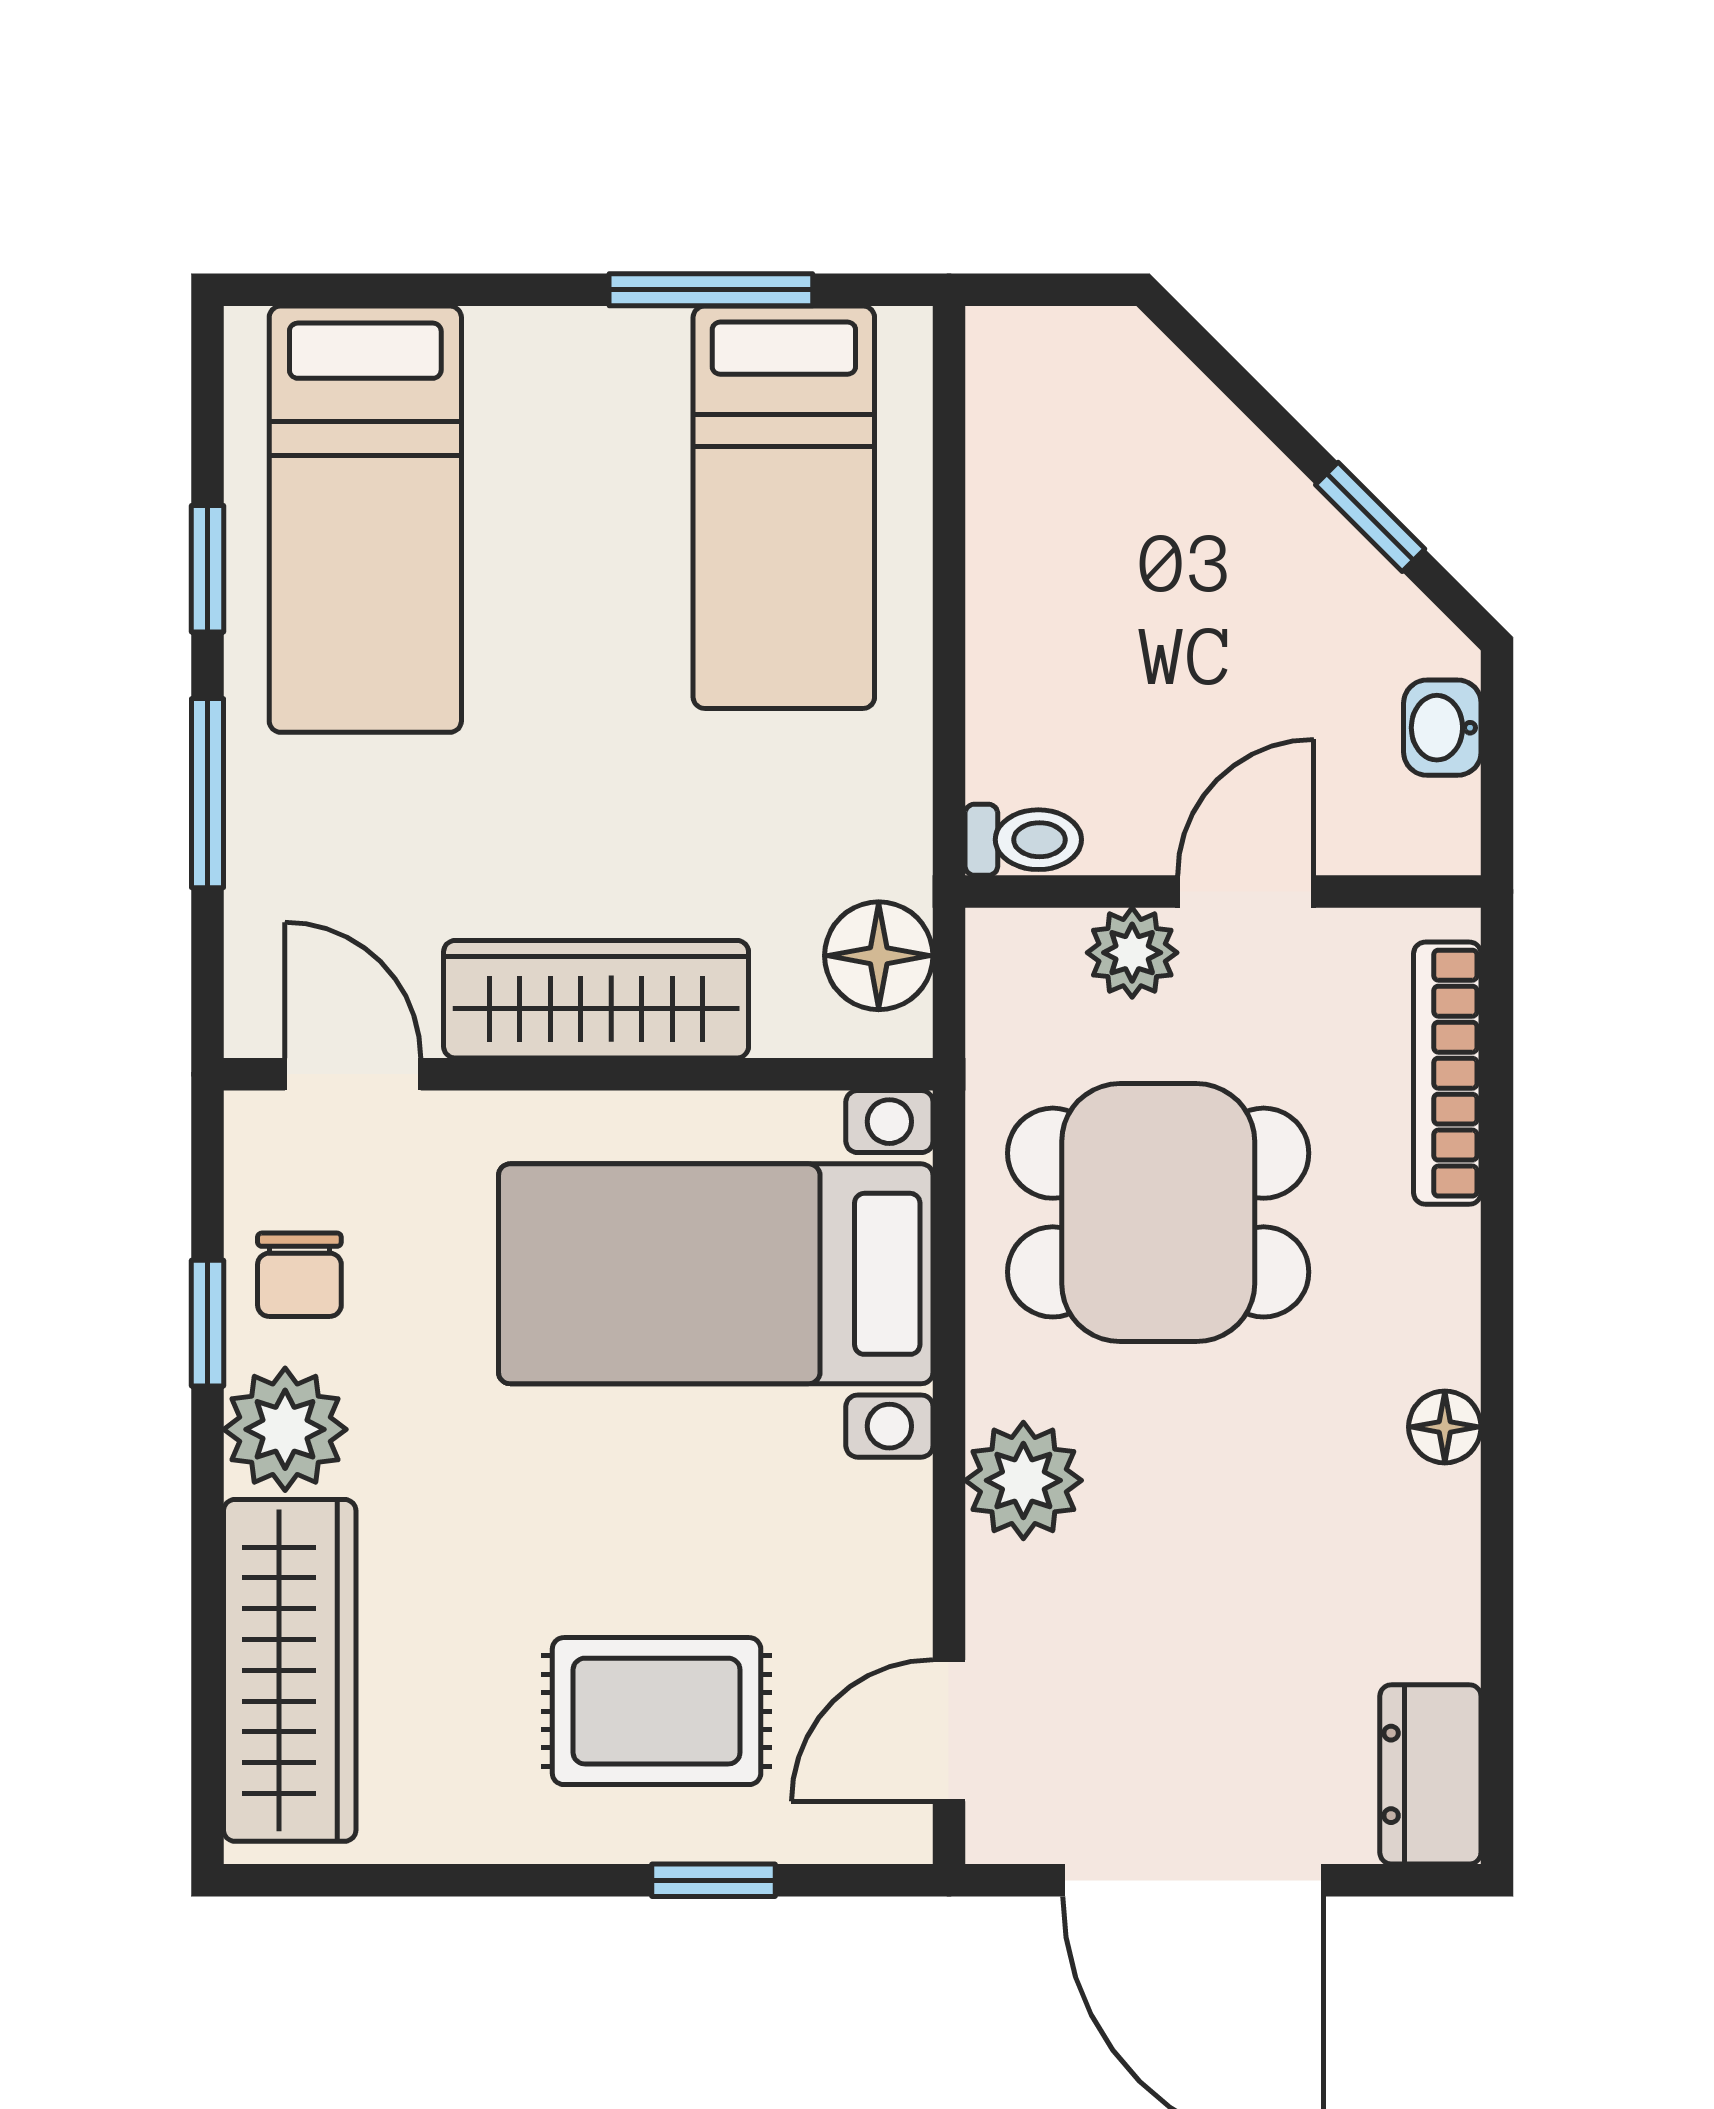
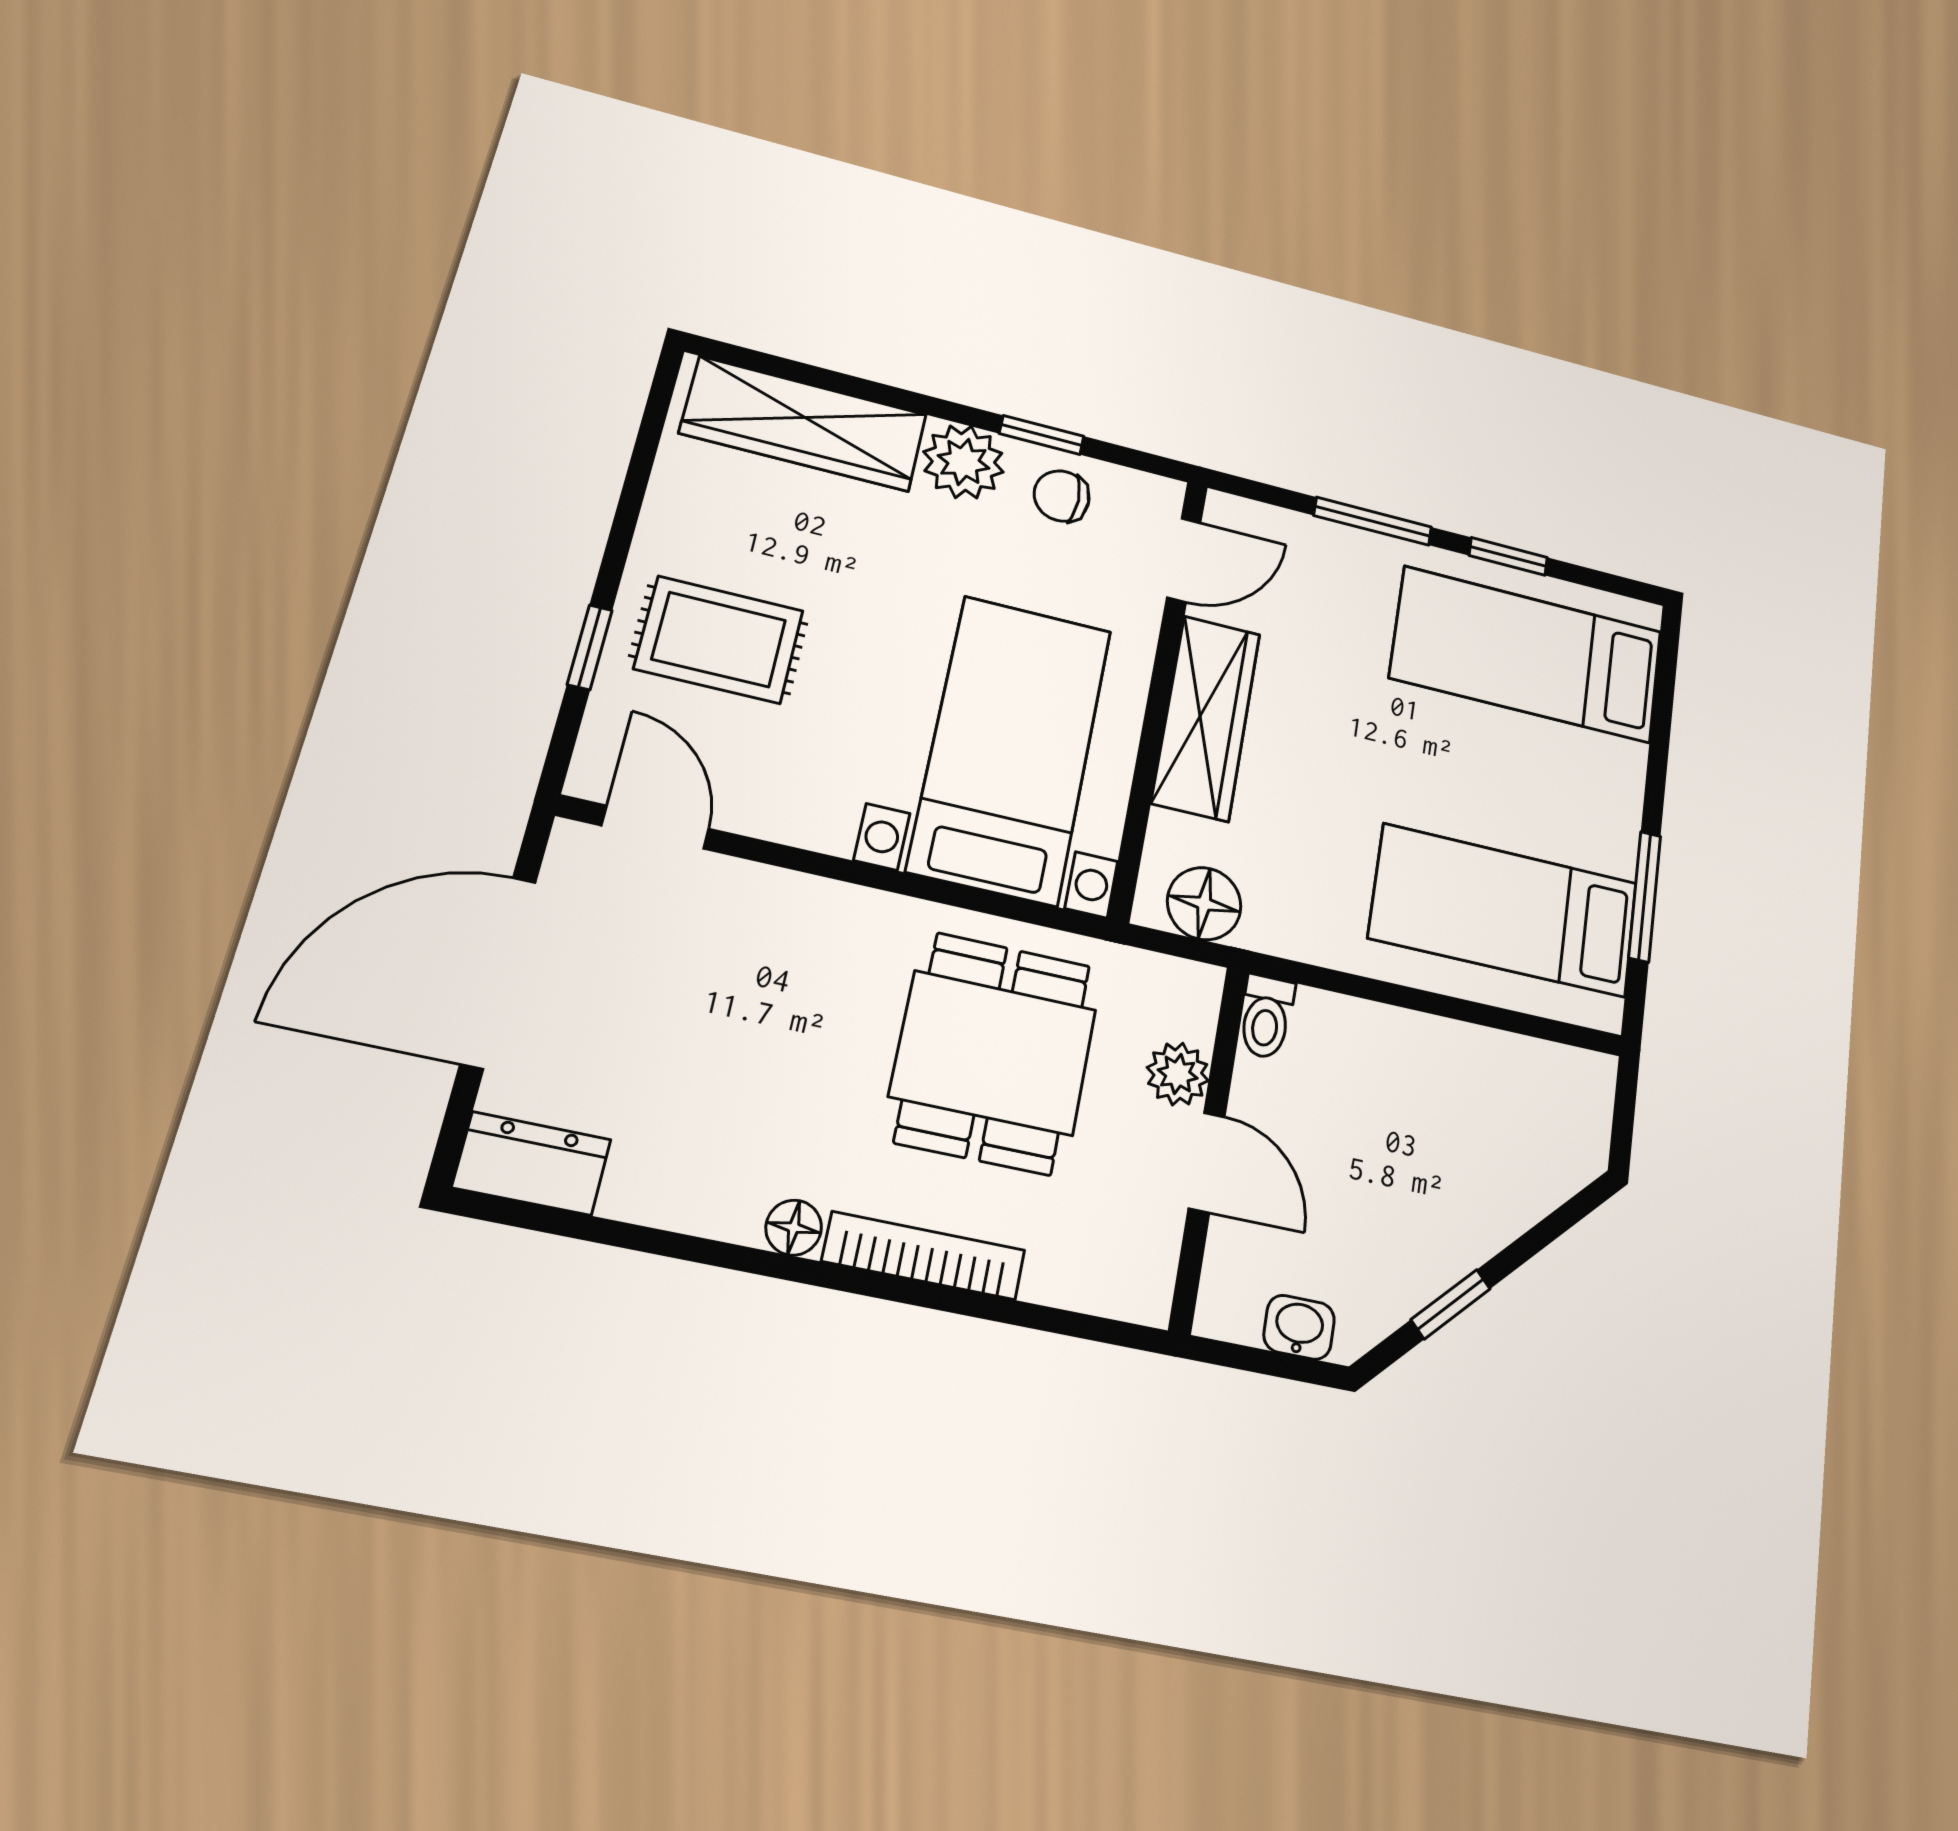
bookcase: (1447, 1073) -> (924, 1256), moved
plant: (1023, 1480) -> (823, 918), removed
rug: (657, 1711) -> (719, 640), turned 90

